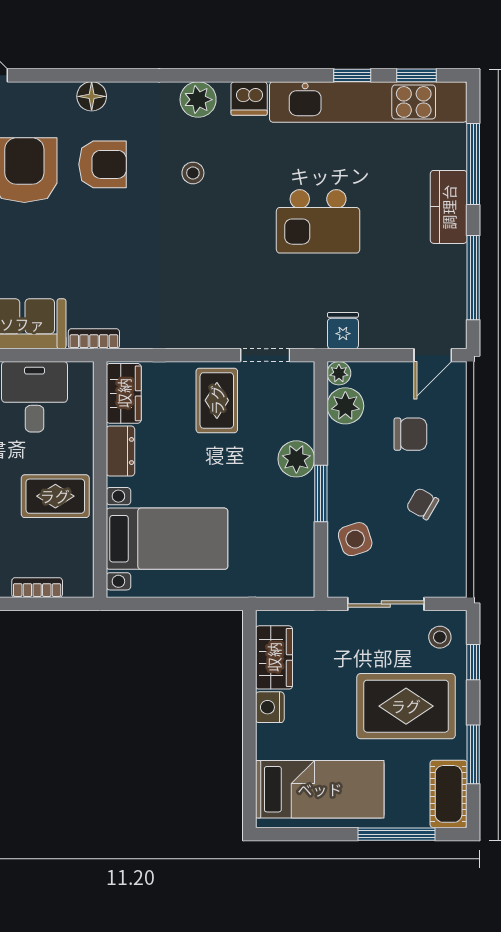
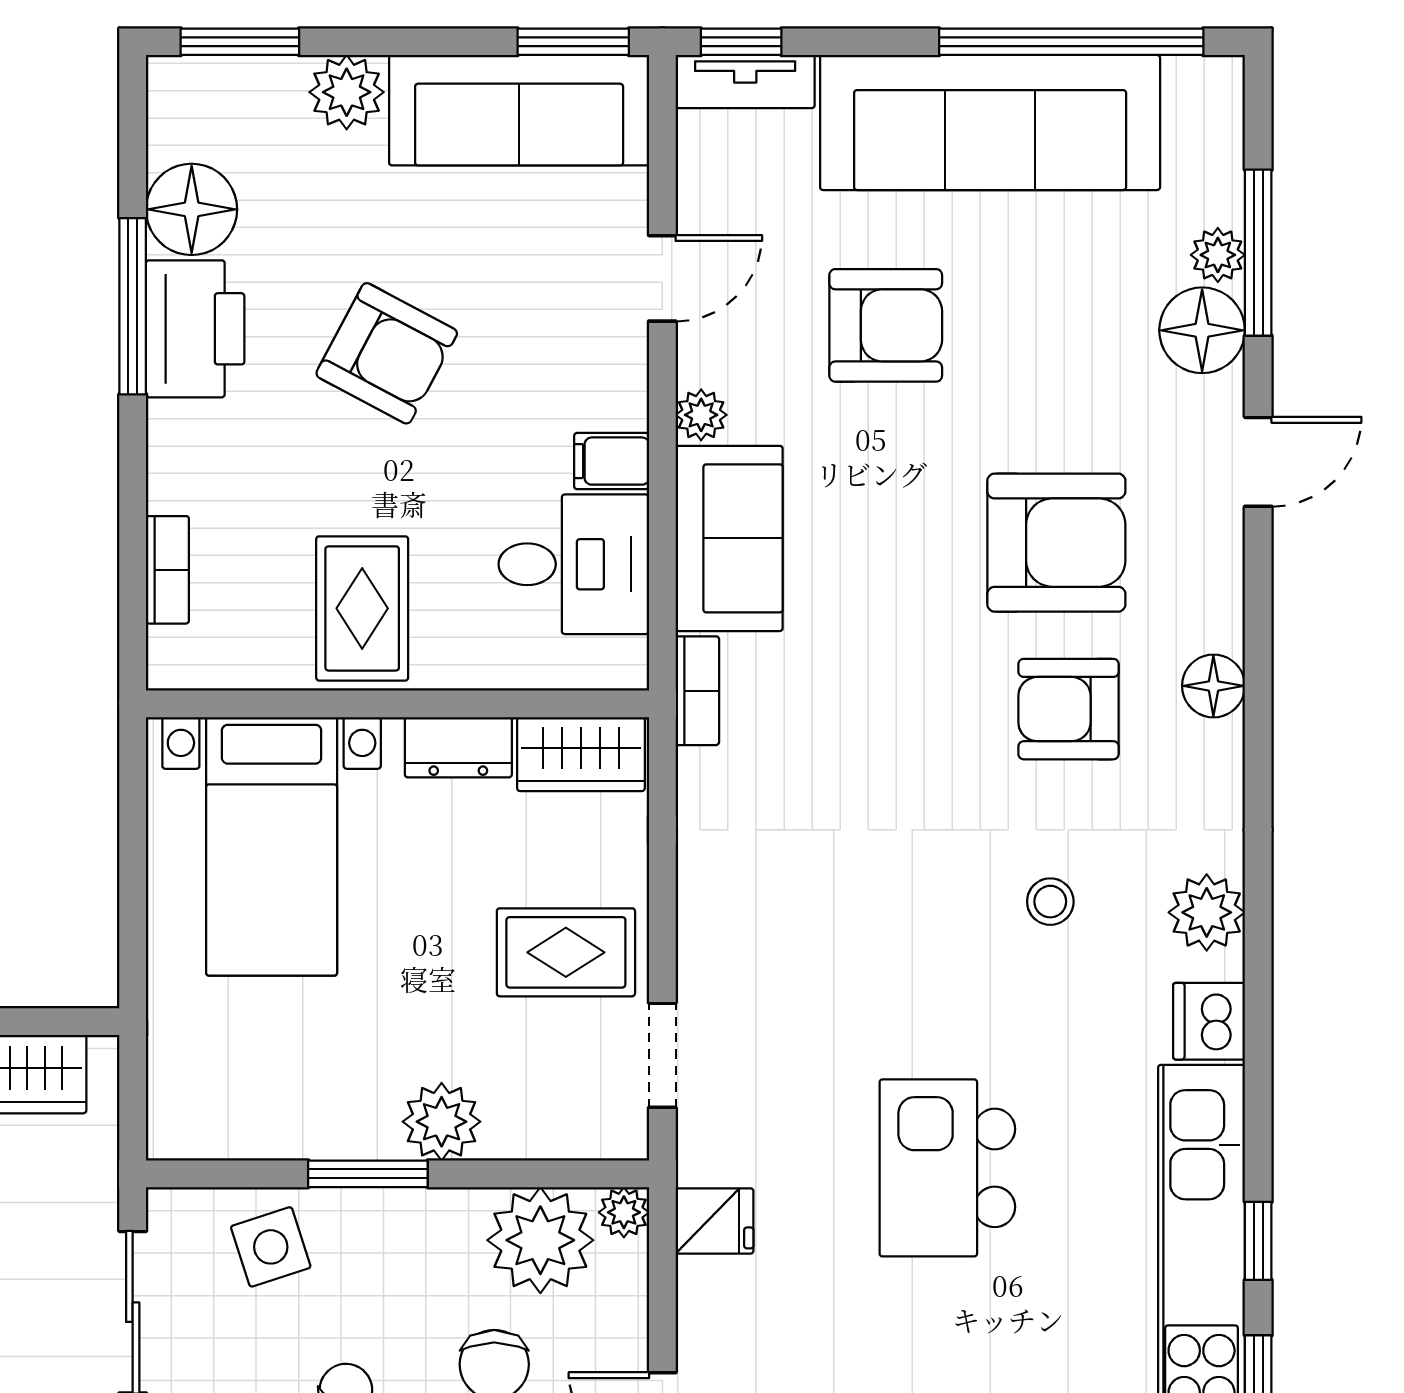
armchair: (103, 164) -> (1069, 709), turned 90
plant: (345, 406) -> (540, 1240), width x1.36, depth x1.36

